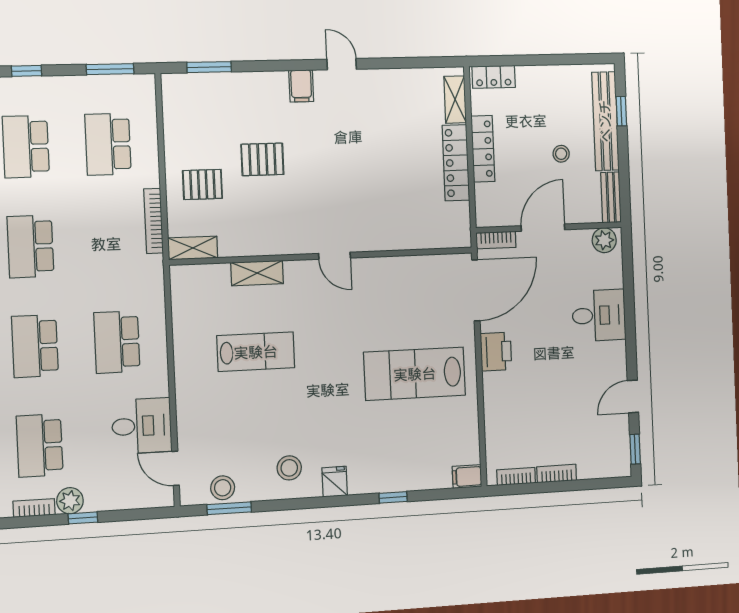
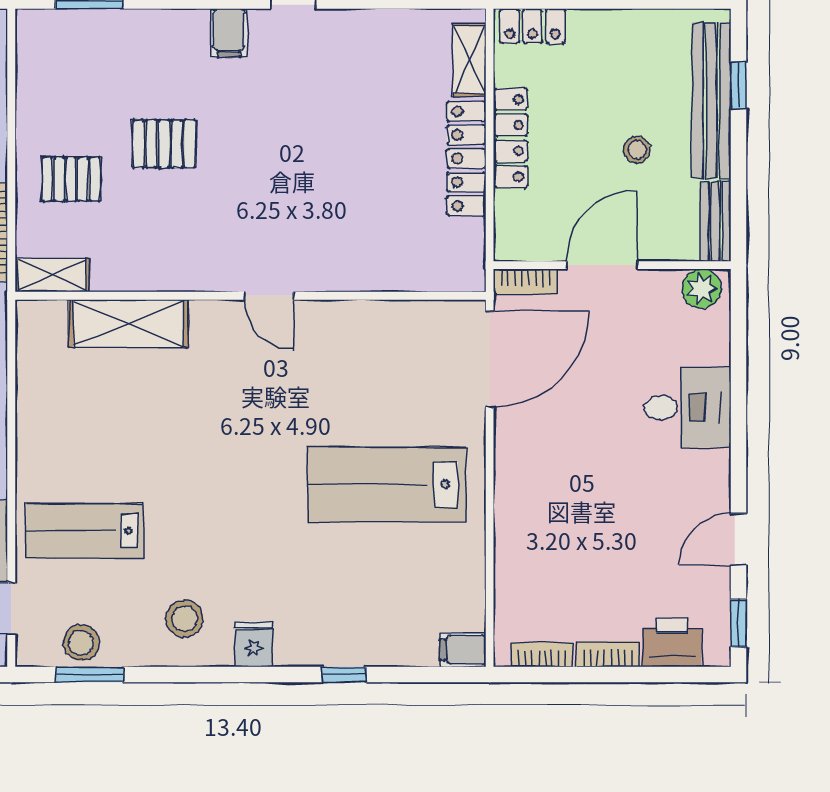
shelving: (257, 273) -> (128, 323), width x1.50, depth x1.33
lab bench: (256, 352) -> (85, 531), moved, turned 180
printer: (496, 352) -> (672, 643), moved, turned -90

